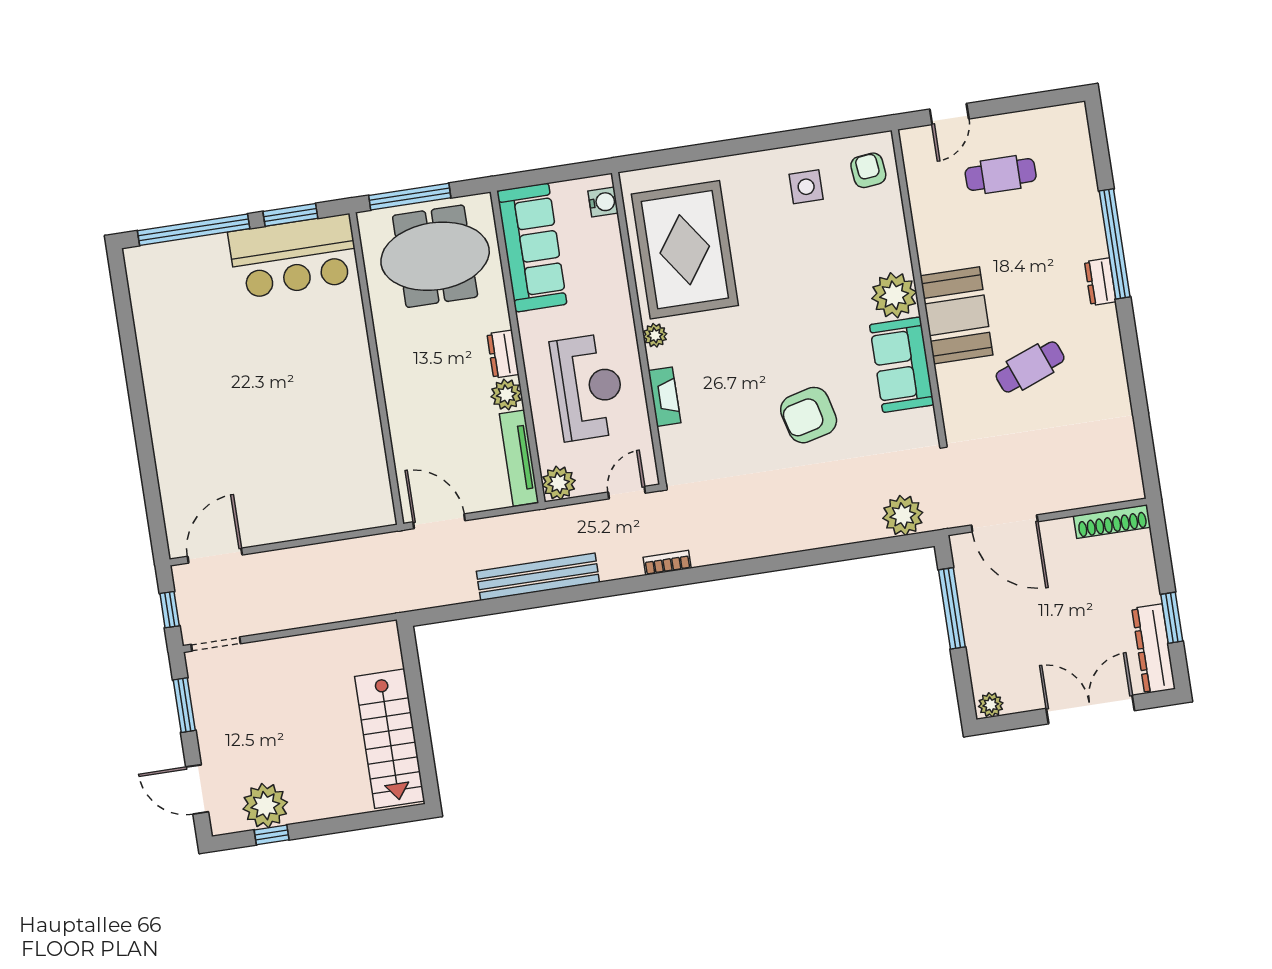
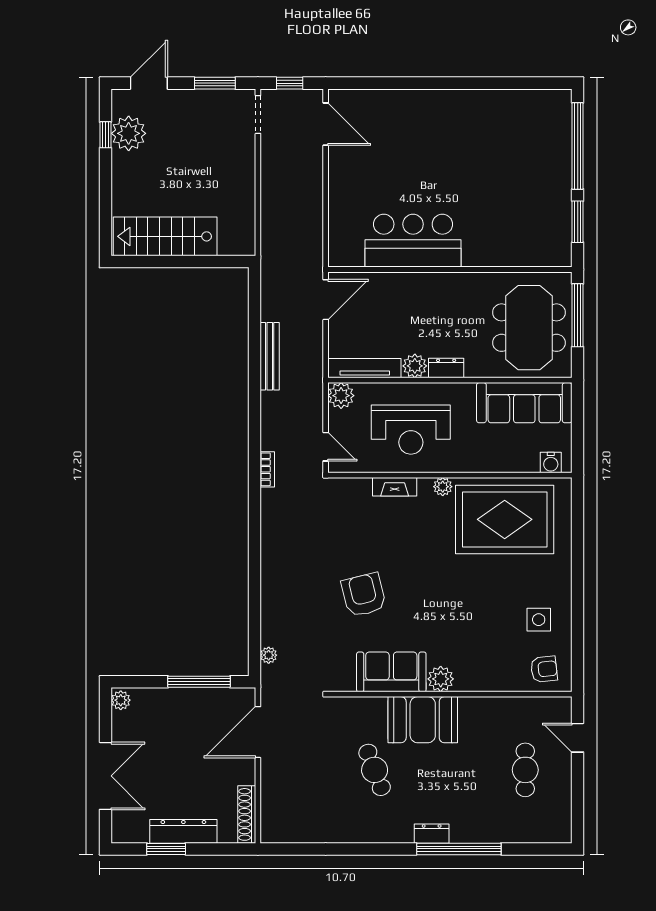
bar counter: (294, 256) -> (413, 241), moved, turned 90
plant: (894, 295) -> (441, 679), width x0.73, depth x0.73
plant: (903, 515) -> (269, 655), width x0.53, depth x0.53
bench: (538, 577) -> (270, 356), width x0.73, depth x0.82
dresser: (1154, 649) -> (183, 831), moved

